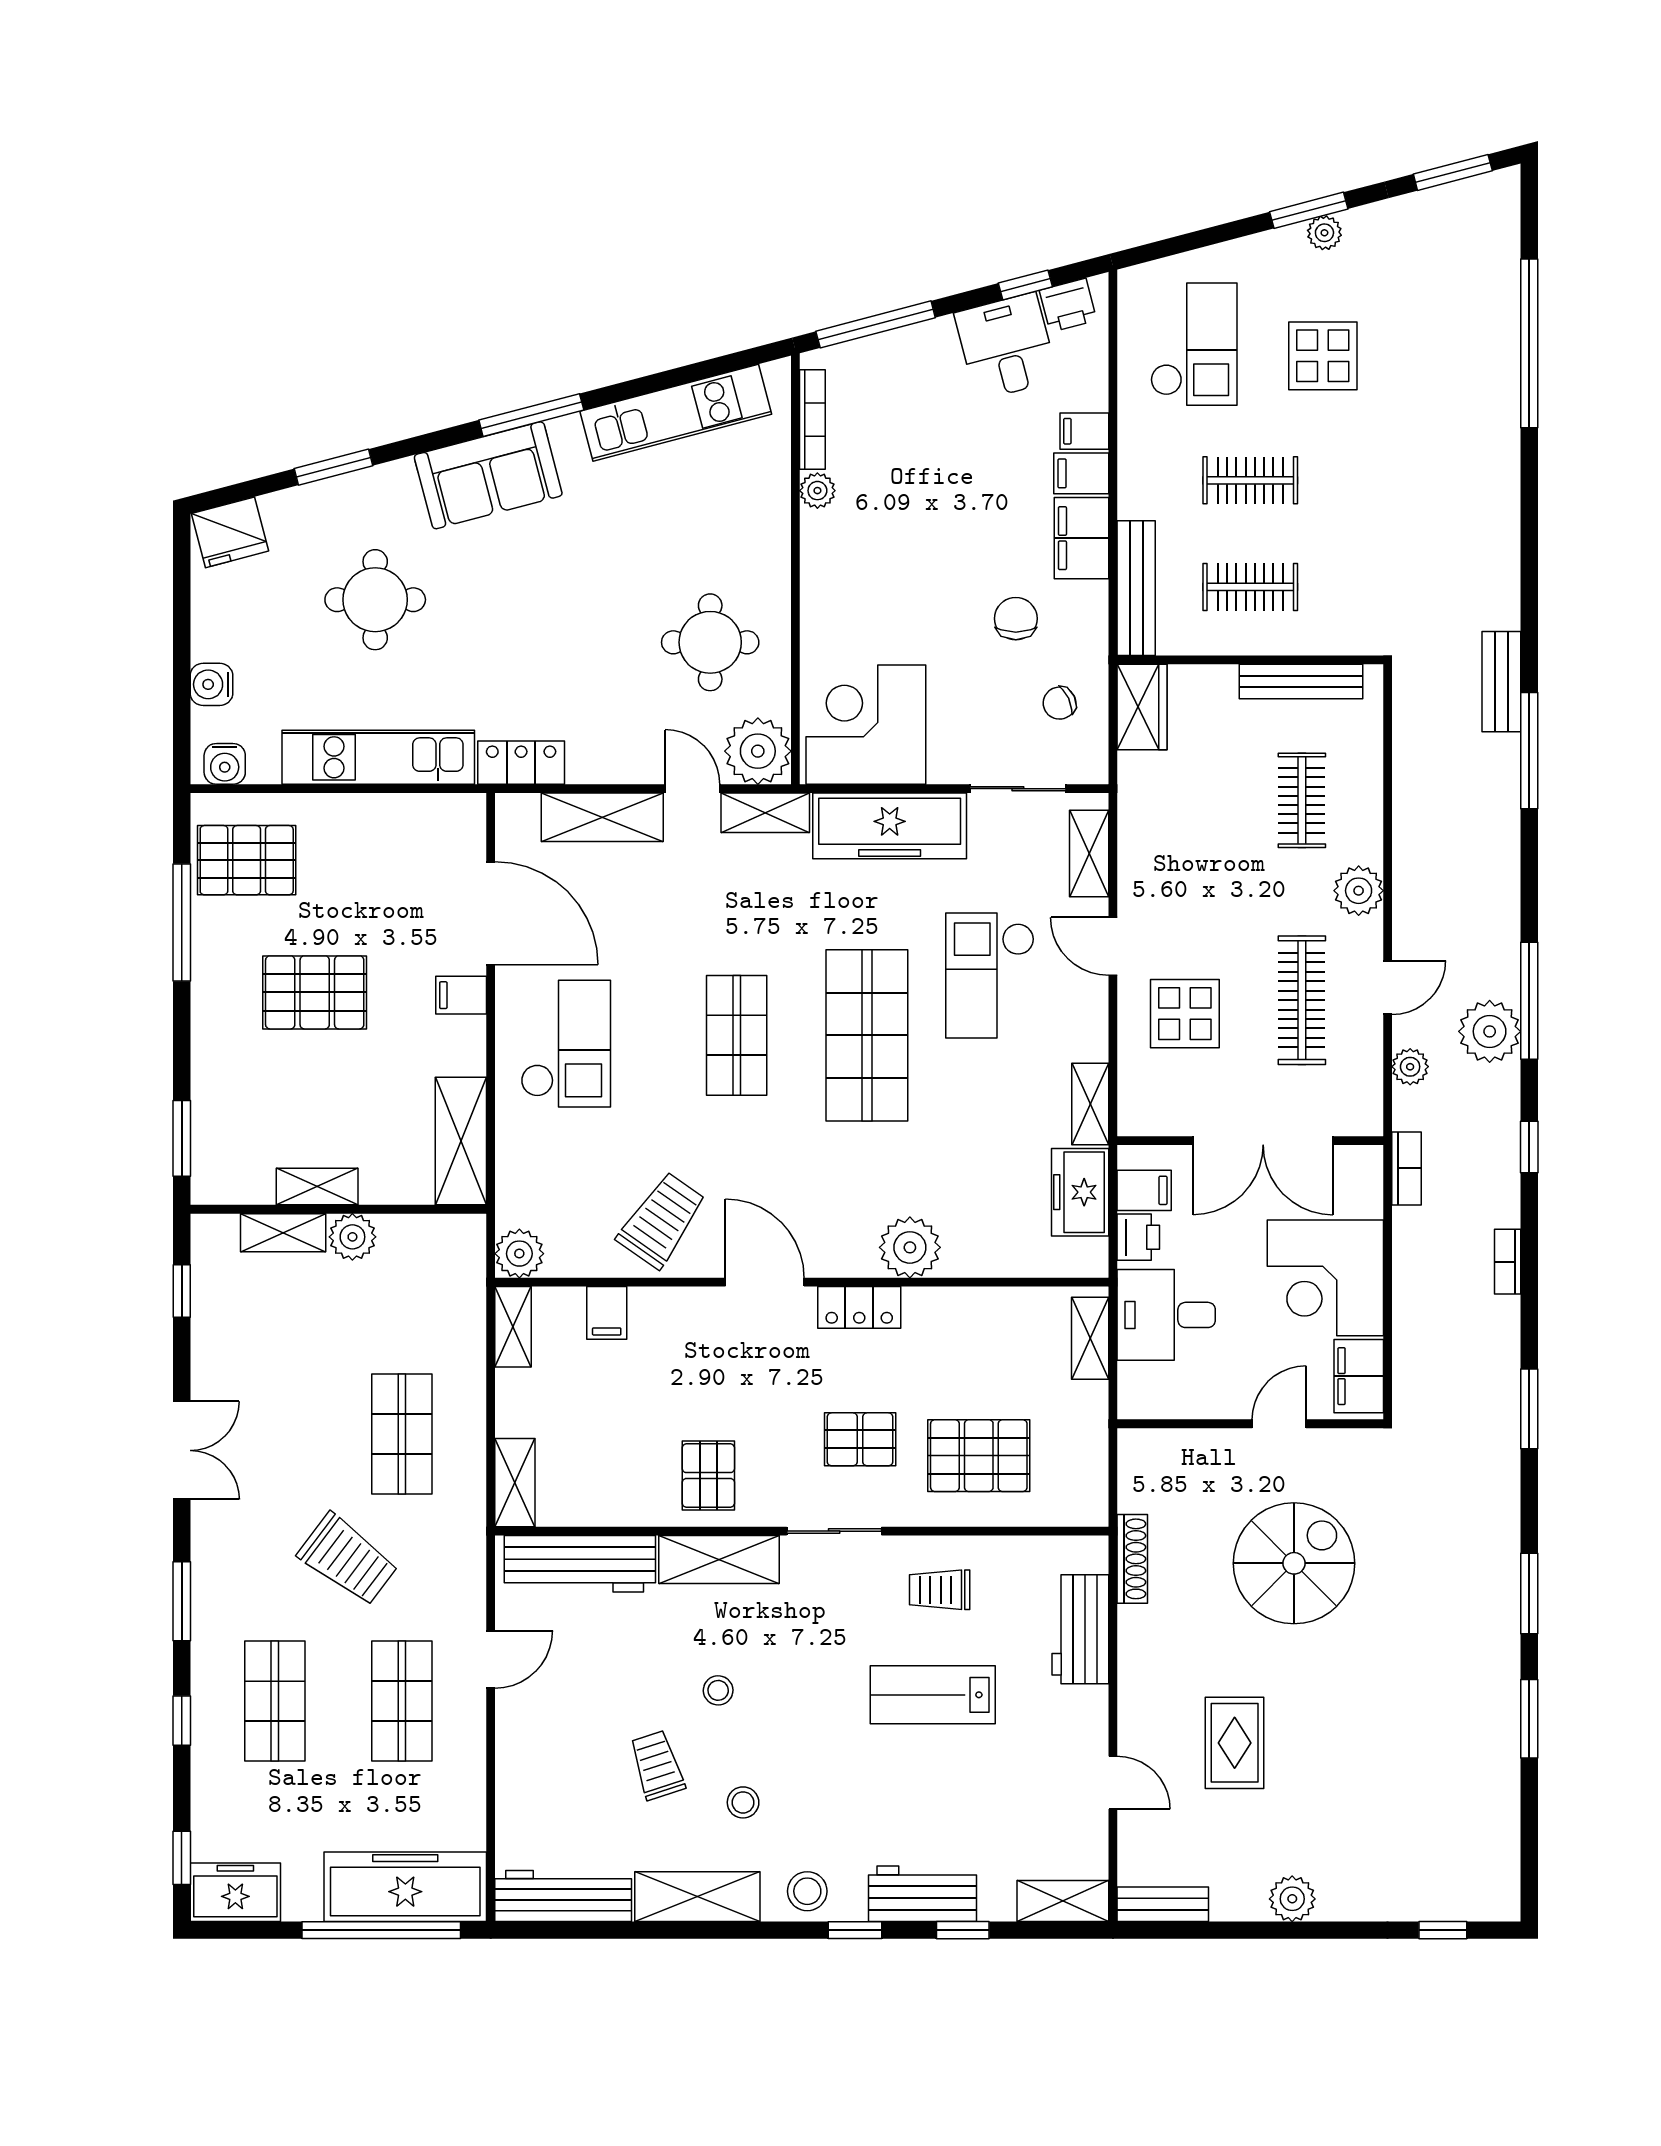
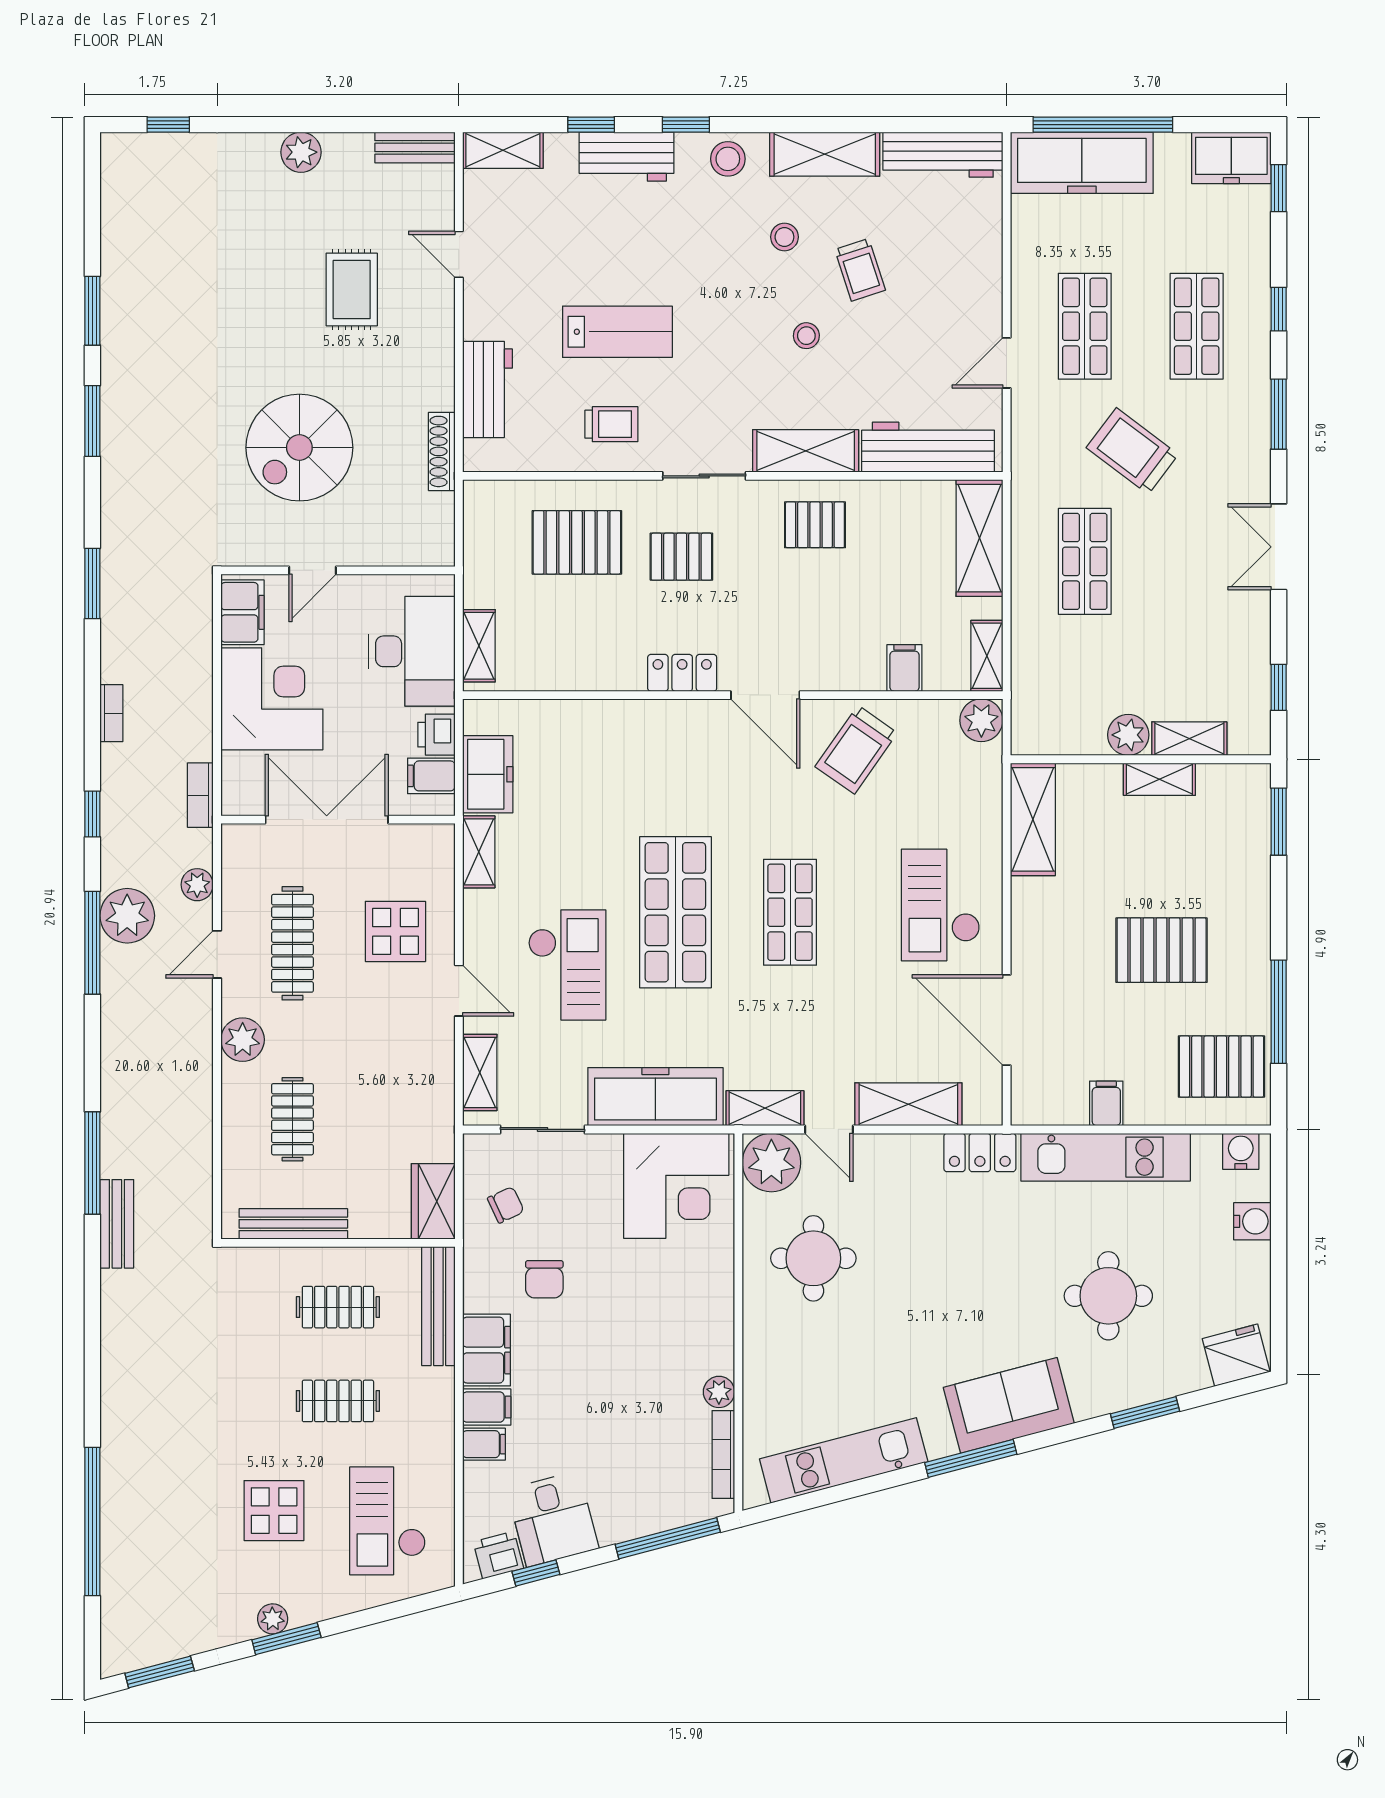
filing cabinet: (461, 995) -> (1106, 1103), moved, turned -90
plant: (910, 1247) -> (638, 726), removed
desk: (1166, 1315) -> (412, 651), width x1.37
pallet: (708, 1476) -> (815, 525), turned 90
shelving: (515, 1483) -> (979, 538), width x1.50, depth x1.33

